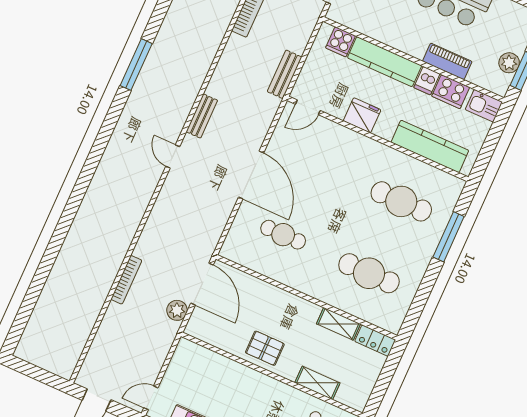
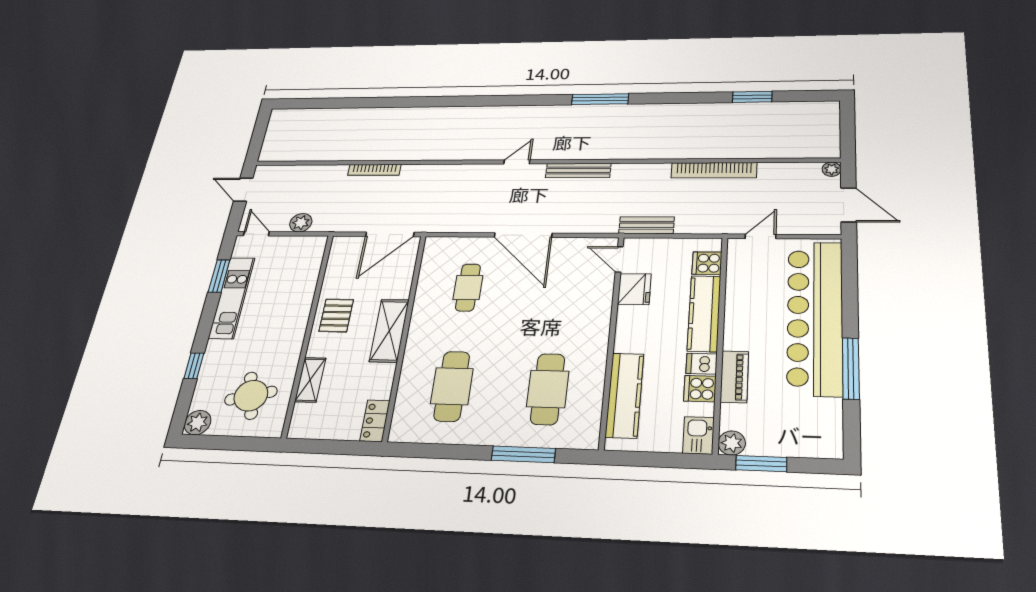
plant: (509, 63) -> (732, 443), moved
cooker: (451, 92) -> (700, 389), width x0.73
fridge: (362, 115) -> (634, 289), moved
bench: (202, 116) -> (578, 171), width x1.36
door: (251, 175) -> (523, 235), hinge flipped
plant: (177, 310) -> (301, 223), moved
shelving: (339, 324) -> (389, 331), moved, width x1.50, depth x1.33

